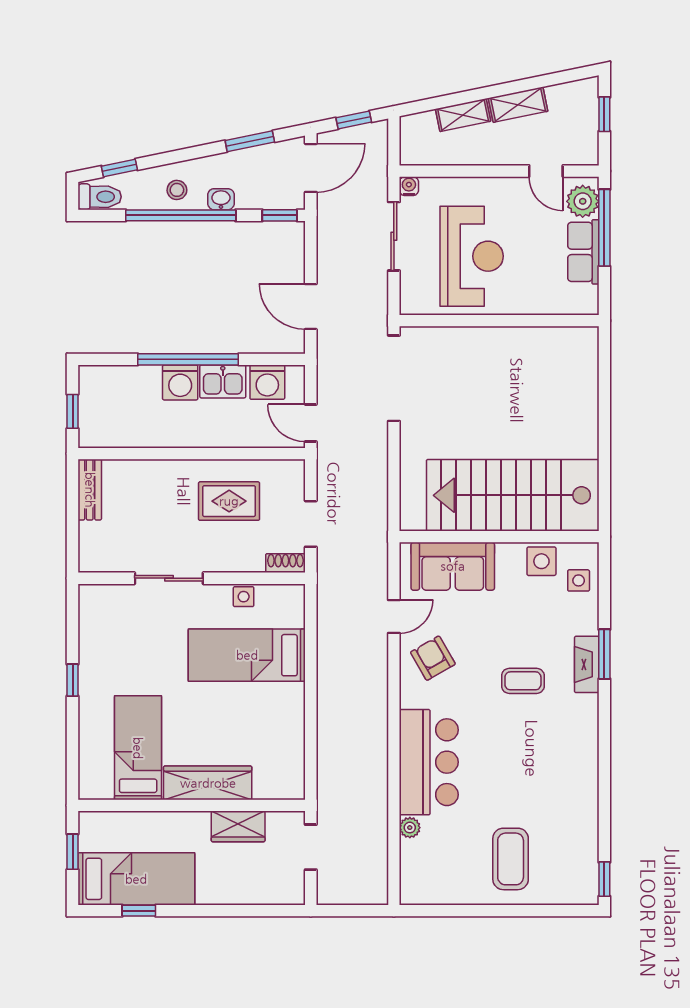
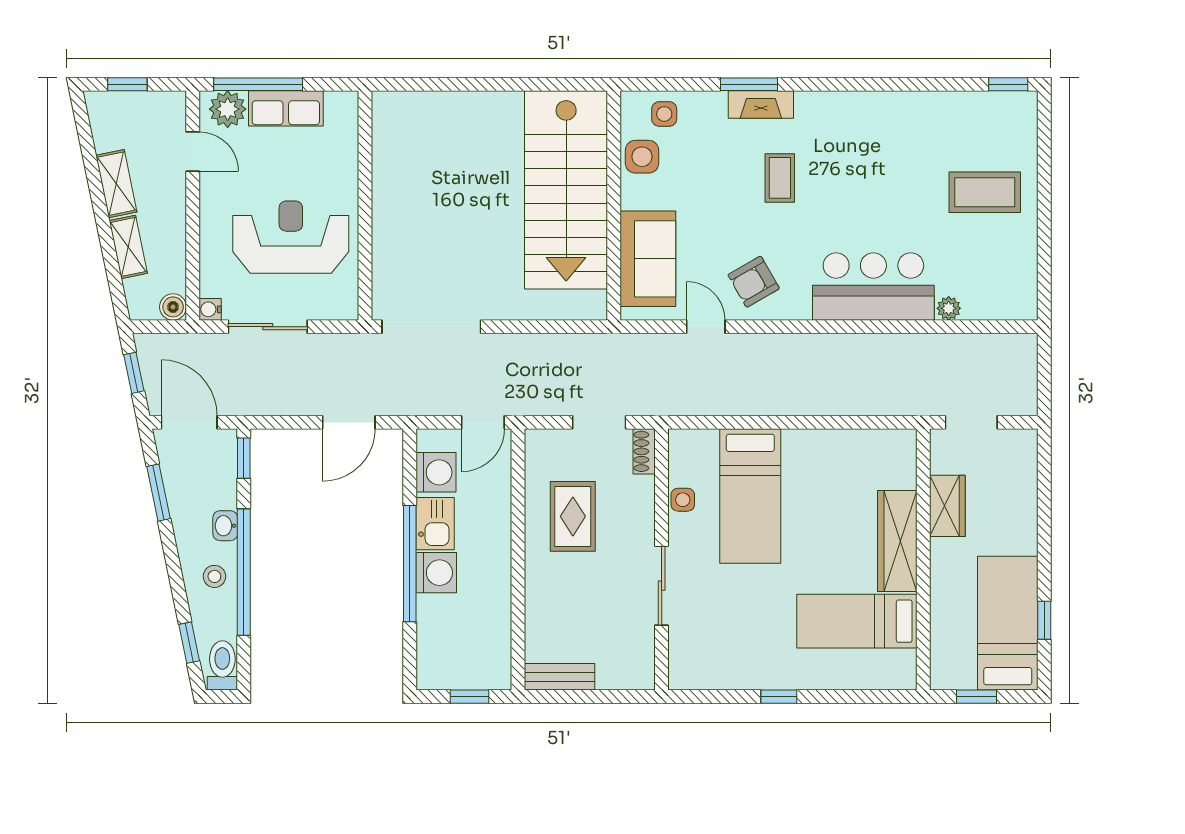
boiler: (411, 154) -> (173, 307), added
door: (546, 171) -> (193, 152), hinge flipped

